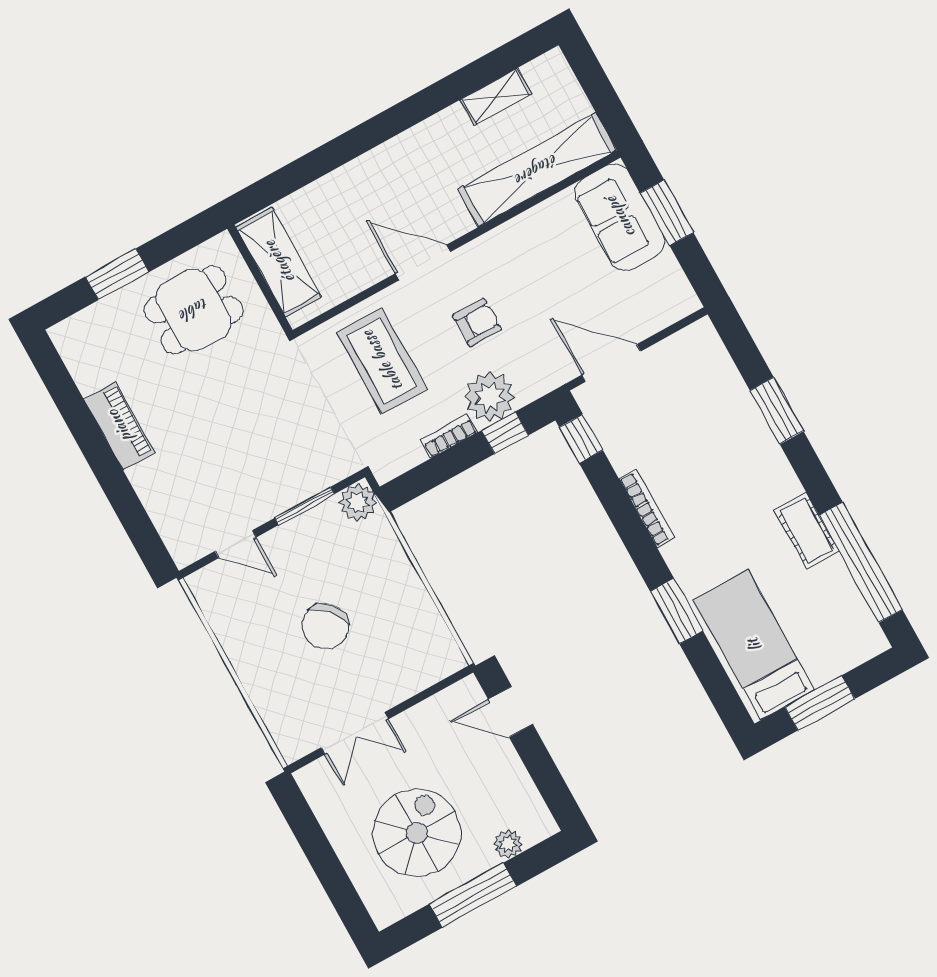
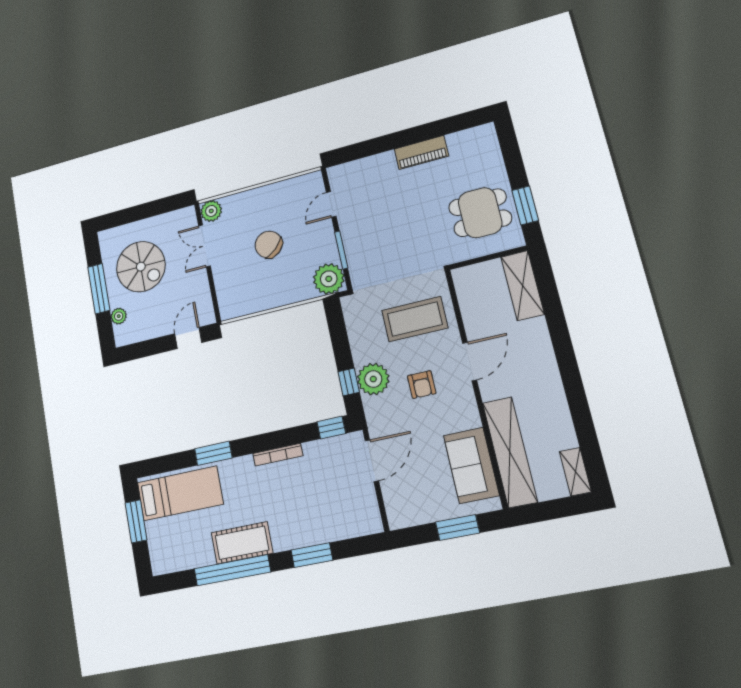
shelving: (496, 97) -> (575, 472), moved
sofa: (620, 217) -> (471, 465), moved, turned -90
shelving: (279, 262) -> (523, 286), moved, turned 90
window: (117, 274) -> (525, 205), moved
dining table: (194, 310) -> (480, 213), turned 90
bookcase: (449, 436) -> (357, 347), removed
plant: (358, 503) -> (329, 279), width x1.36, depth x1.36
cot: (806, 530) -> (242, 543), width x1.37, depth x1.34
window: (861, 562) -> (232, 570), moved
plant: (294, 741) -> (211, 211), added

